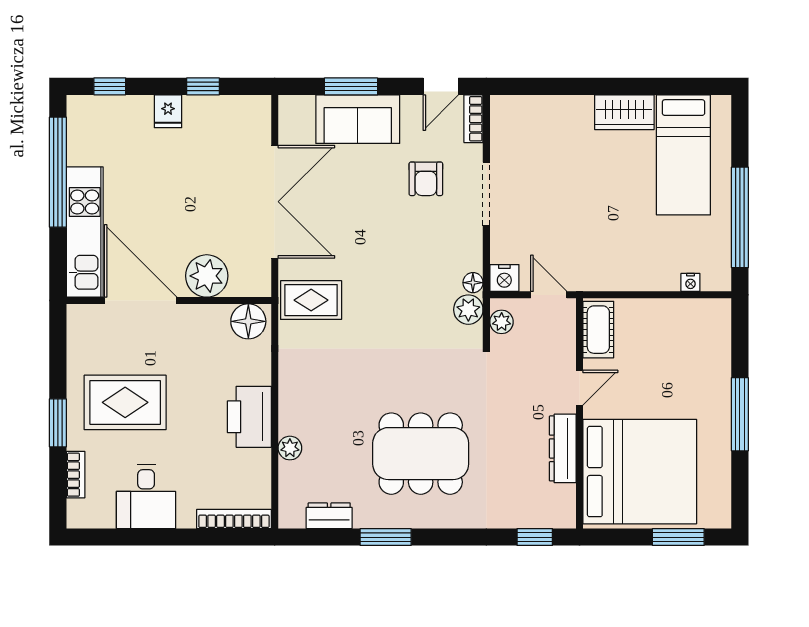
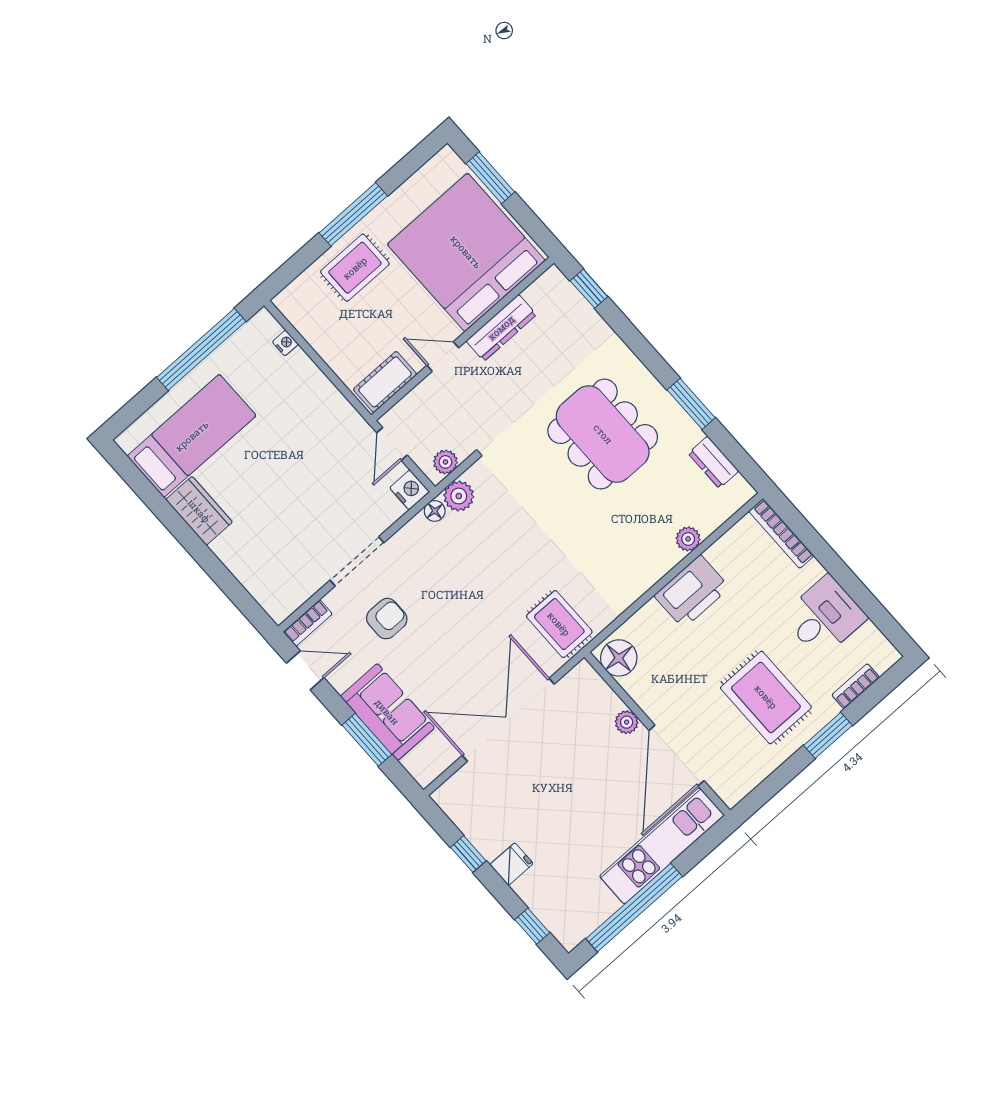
plant: (207, 276) -> (627, 722), width x0.53, depth x0.53
rug: (700, 381) -> (355, 268), added

